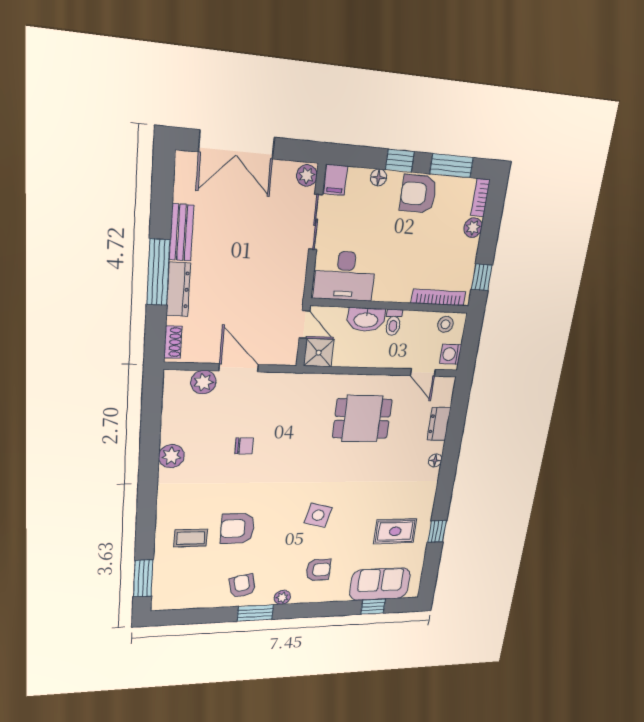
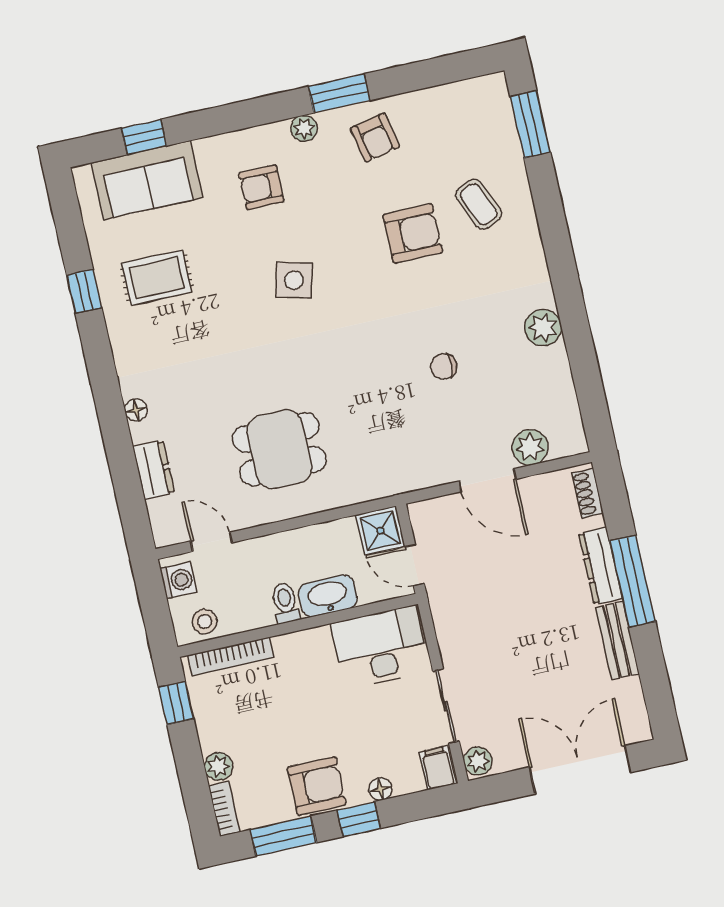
coffee table: (191, 538) -> (479, 204), turned 67

